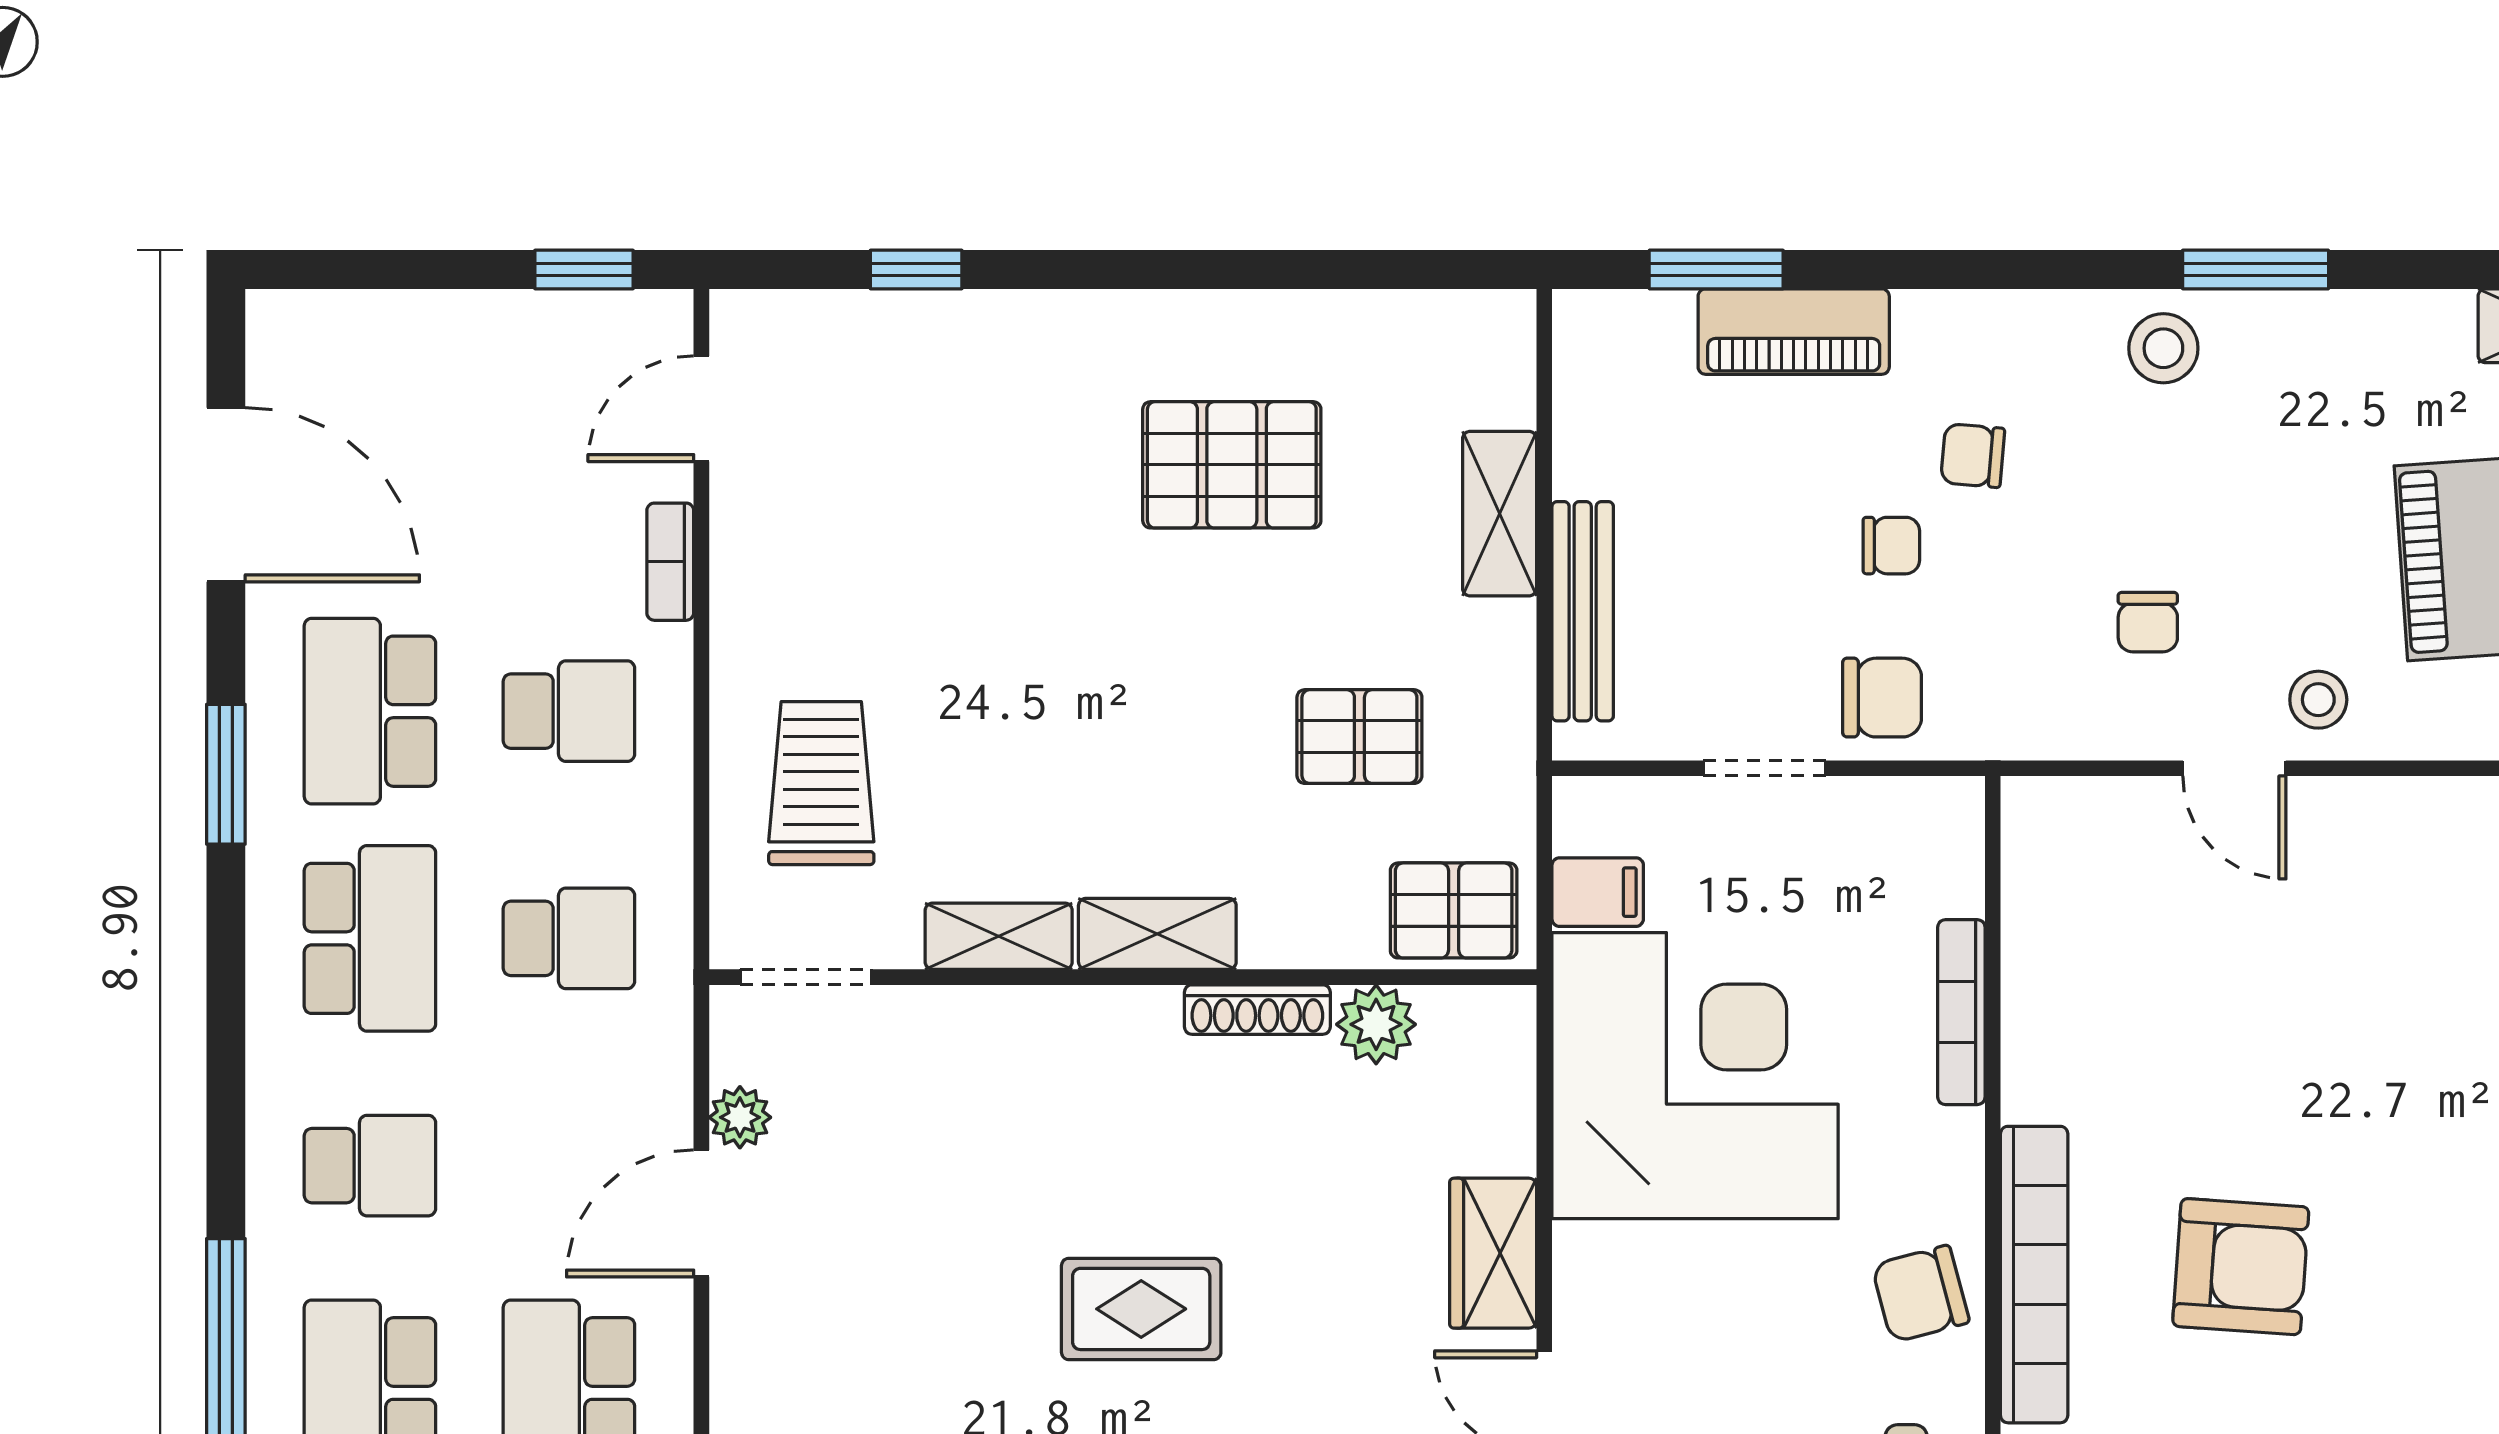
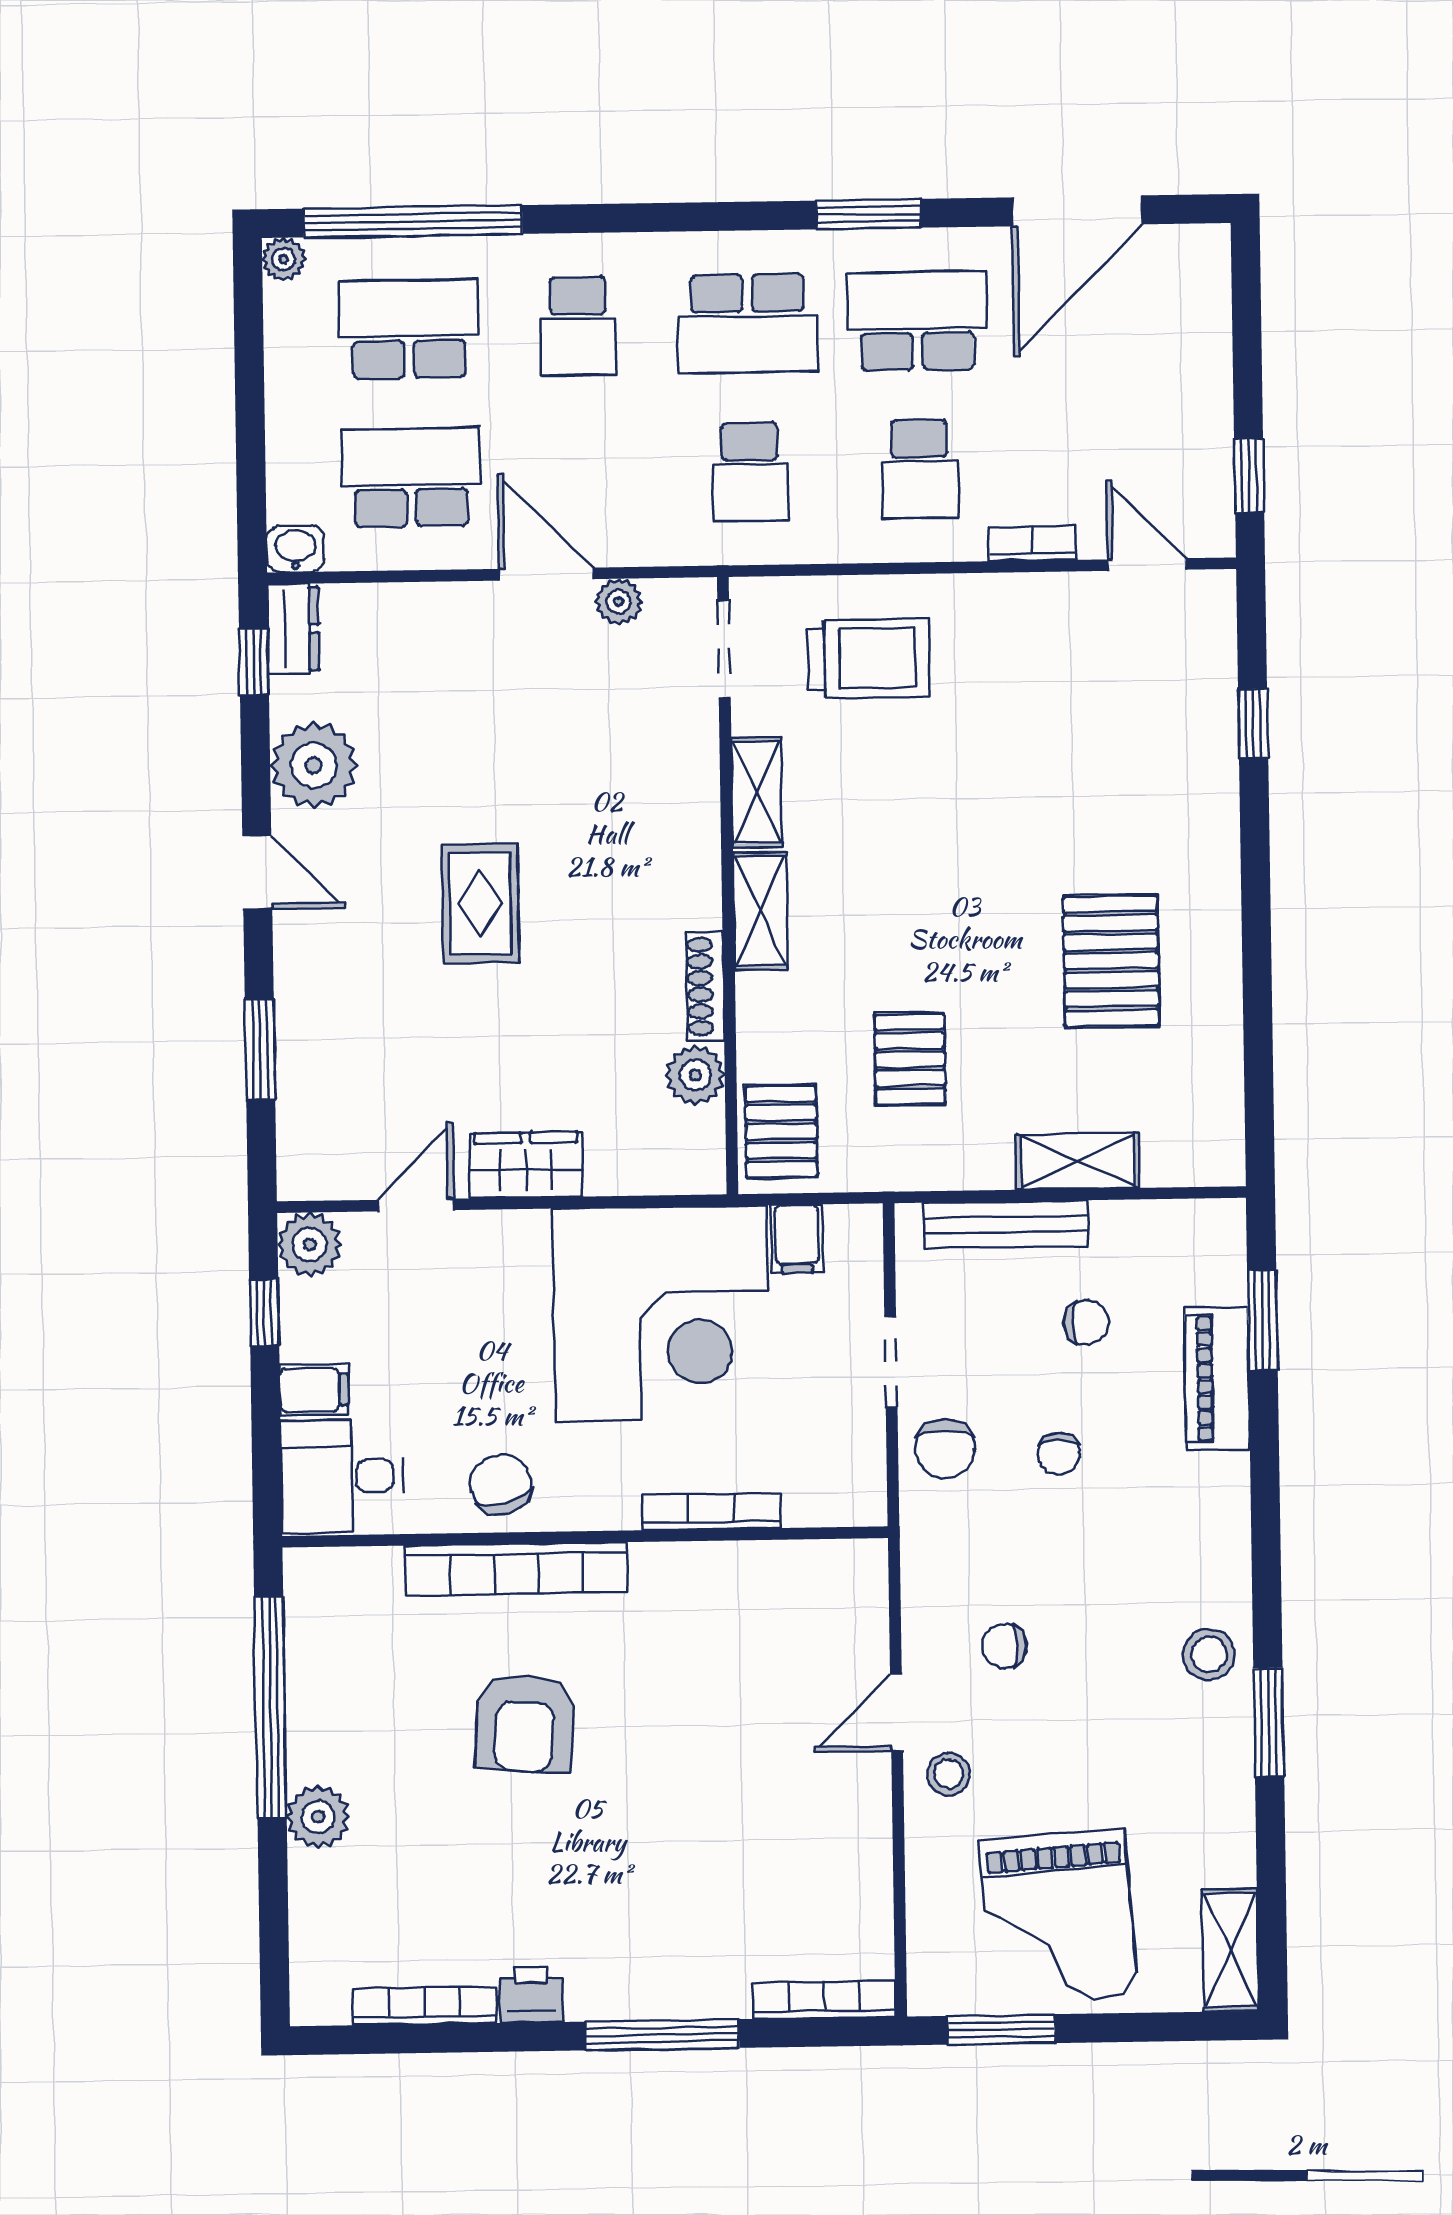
chair: (1973, 456) -> (1086, 1322), moved, turned 85

